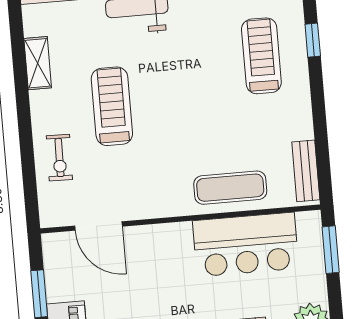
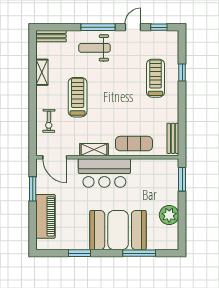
shelving: (153, 206) -> (94, 150), added
door: (98, 226) -> (55, 157), moved
bar counter: (246, 245) -> (104, 173), moved

